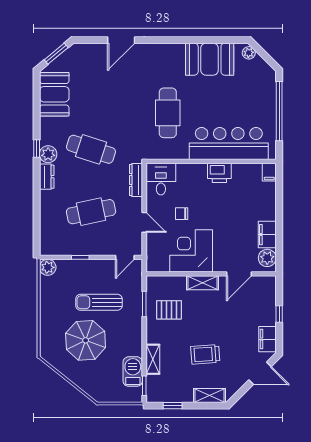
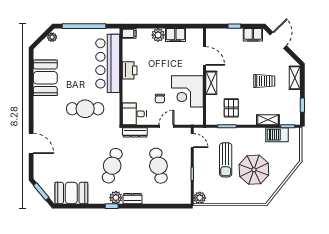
plant: (249, 53) -> (52, 37), moved
plant: (267, 258) -> (158, 35), moved
trolley: (205, 354) -> (264, 81), turned -86

